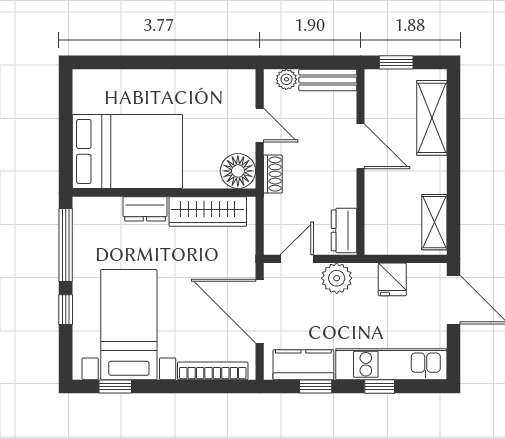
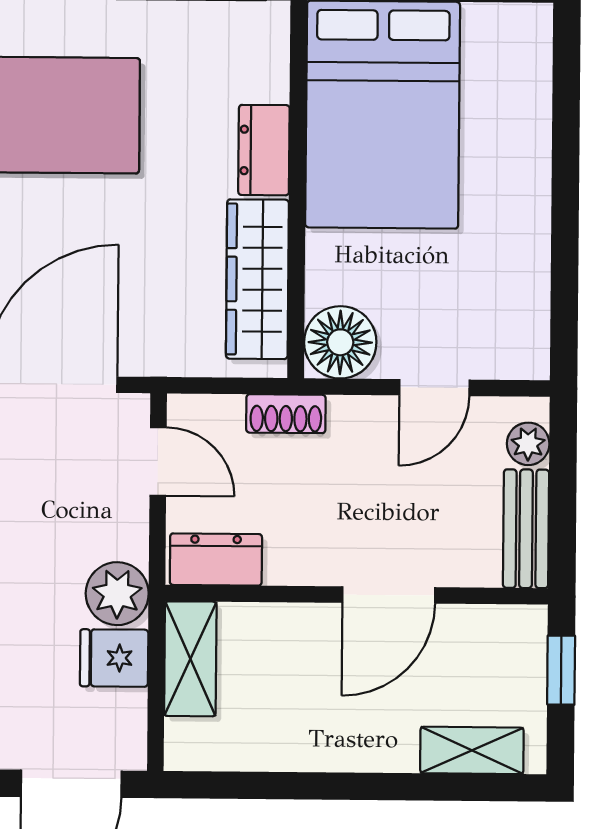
shelving: (432, 118) -> (472, 750), width x0.67, depth x0.75
shoe rack: (273, 174) -> (286, 414), moved
shelving: (434, 222) -> (190, 659), moved, turned 90
plant: (337, 278) -> (117, 594), moved

